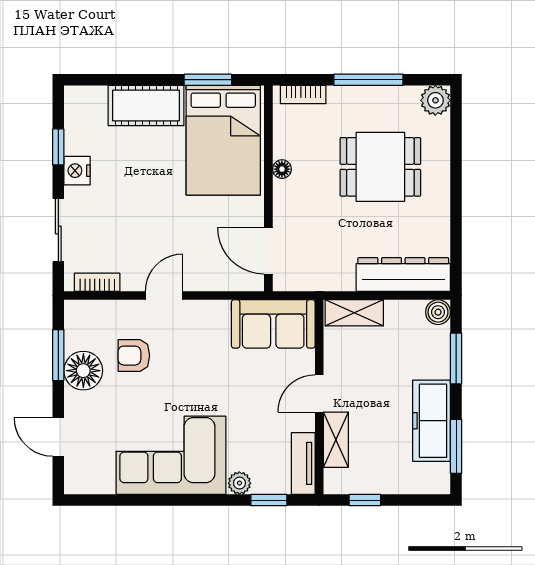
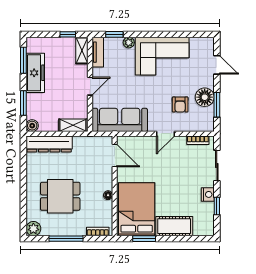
sofa: (273, 324) -> (120, 120), width x1.36
armchair: (134, 356) -> (180, 105), turned 90
shelving: (336, 440) -> (82, 50), moved

